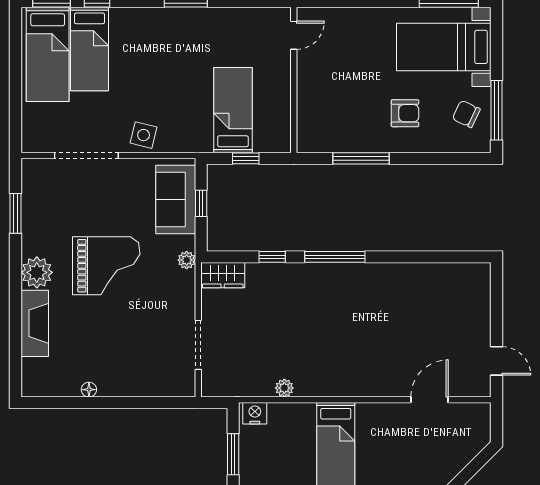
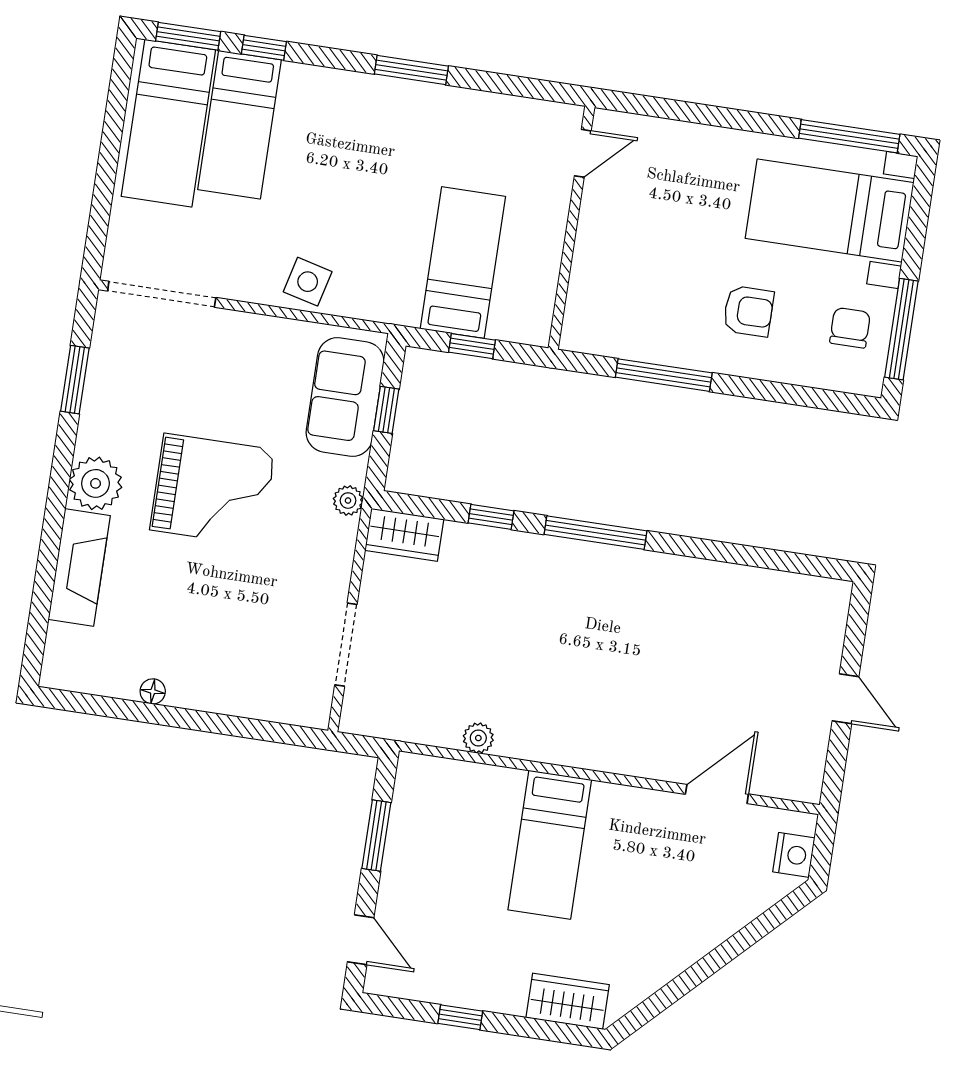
chair: (466, 114) -> (850, 328), turned 65
doorway: (86, 155) -> (162, 294), moved
door: (496, 361) -> (845, 699), moved
nightstand: (255, 413) -> (794, 855), moved, turned 90

